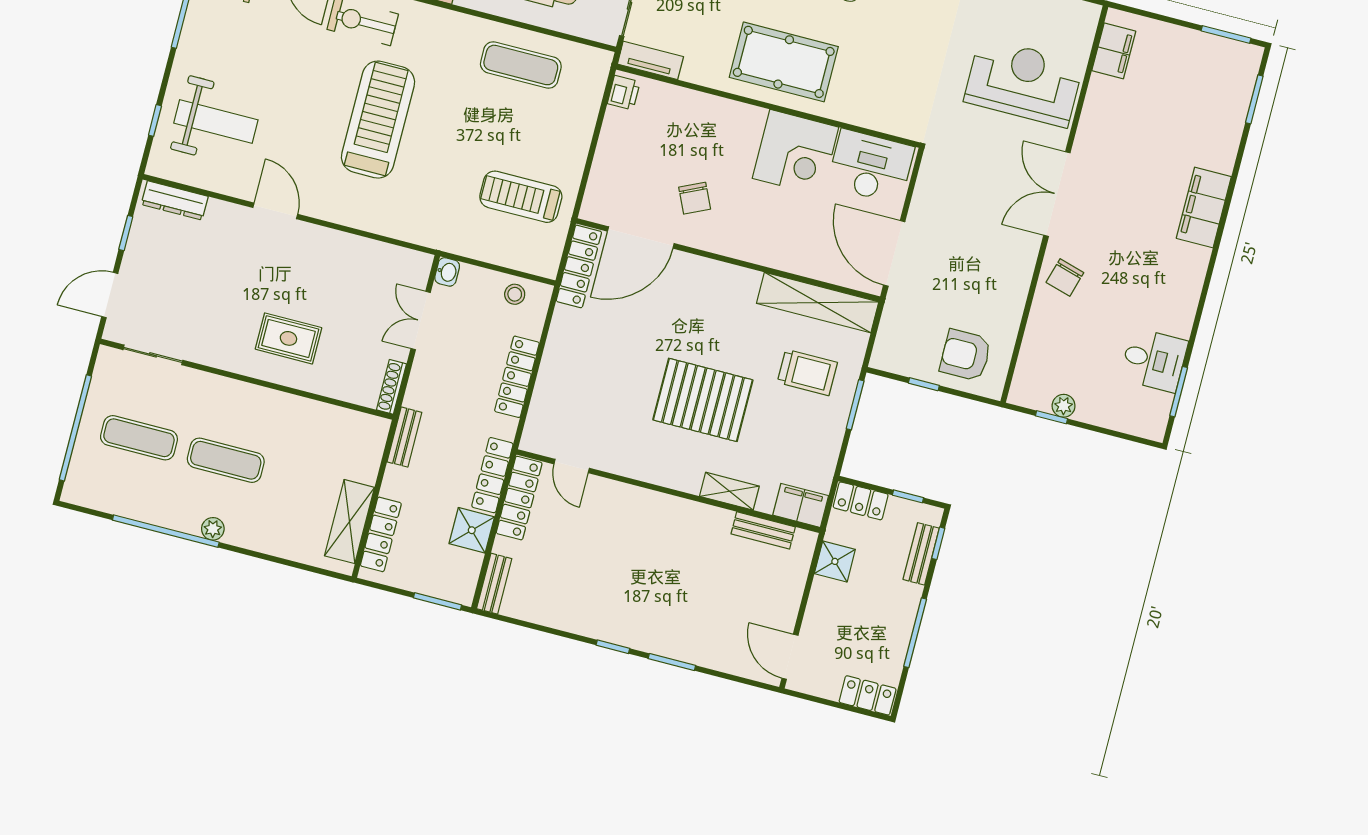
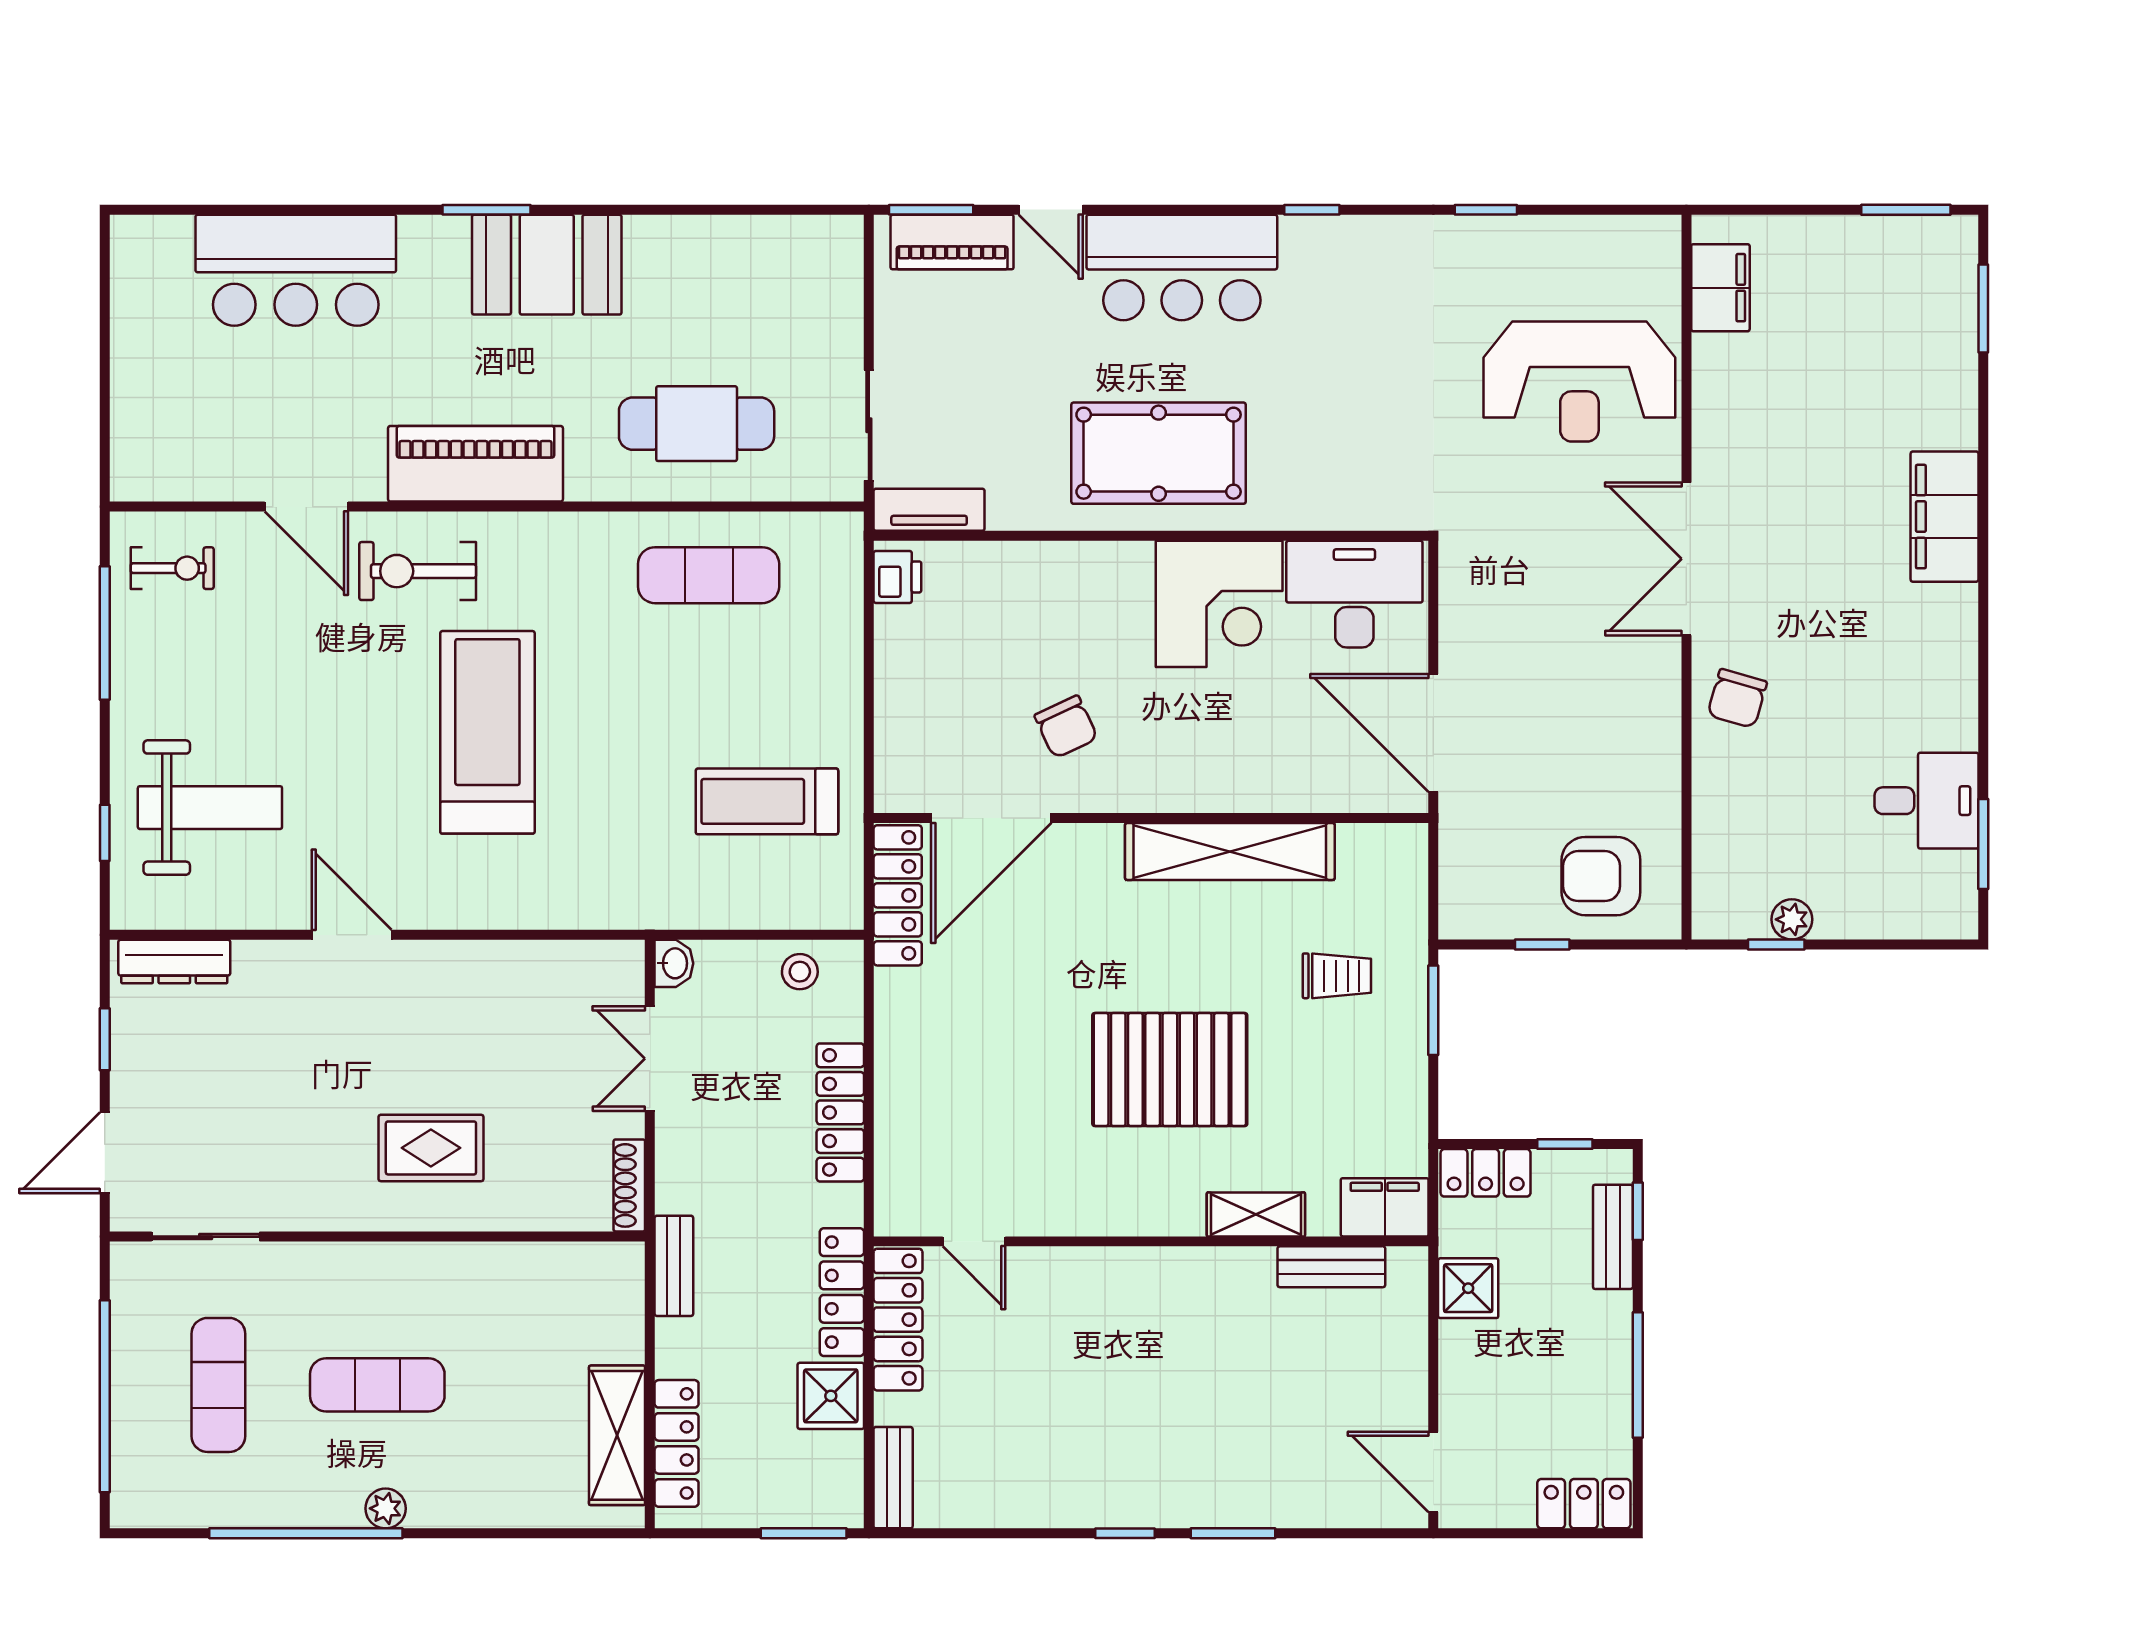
reception desk: (1024, 82) -> (1579, 381), turned 180
shelving: (818, 303) -> (1230, 851), moved
trolley: (807, 372) -> (1337, 976), width x0.73, depth x0.72
exercise mat: (139, 438) -> (218, 1385), turned 90

